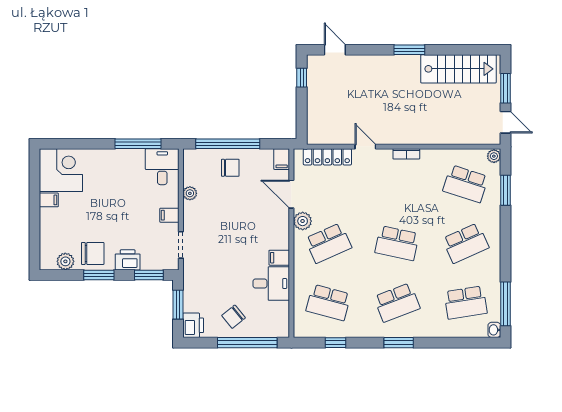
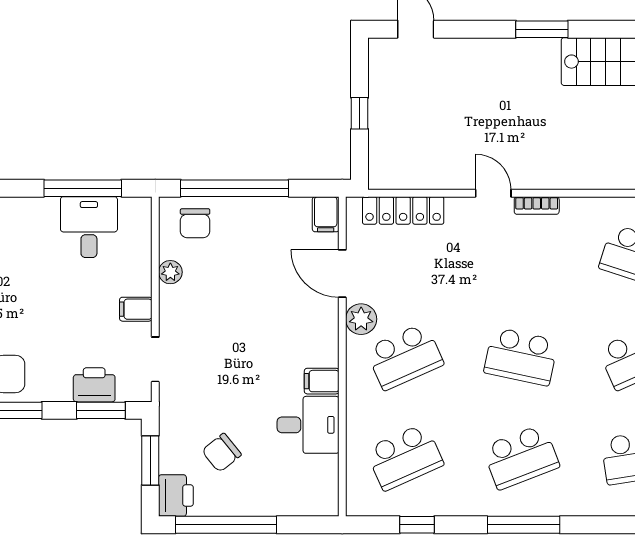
window: (302, 78) -> (360, 113), moved
door: (365, 147) -> (493, 193), moved
desk: (162, 167) -> (89, 227), moved
chair: (230, 168) -> (195, 223), moved, turned 90
printer: (128, 260) -> (94, 385), moved
school desk: (328, 302) -> (405, 457), turned -39
chair: (234, 317) -> (222, 453), moved
window: (247, 343) -> (226, 525), moved
window: (399, 343) -> (524, 525), width x1.44

